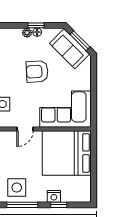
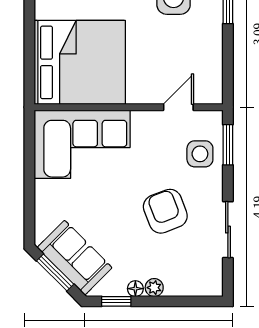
window: (36, 25) -> (116, 301), moved
armchair: (37, 72) -> (165, 211), moved, turned -108
door: (25, 129) -> (178, 107), moved

